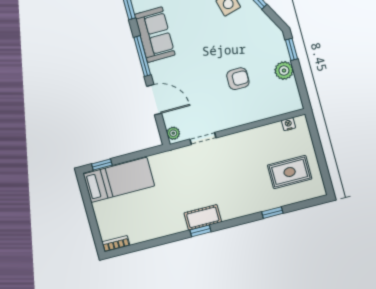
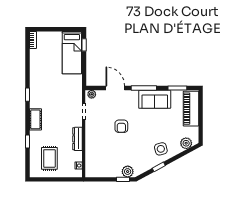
plant: (284, 71) -> (128, 172), moved
armchair: (238, 79) -> (121, 126), moved
door: (154, 100) -> (115, 88), swing flipped
dresser: (247, 137) -> (77, 139), added
cot: (203, 217) -> (35, 119), moved

